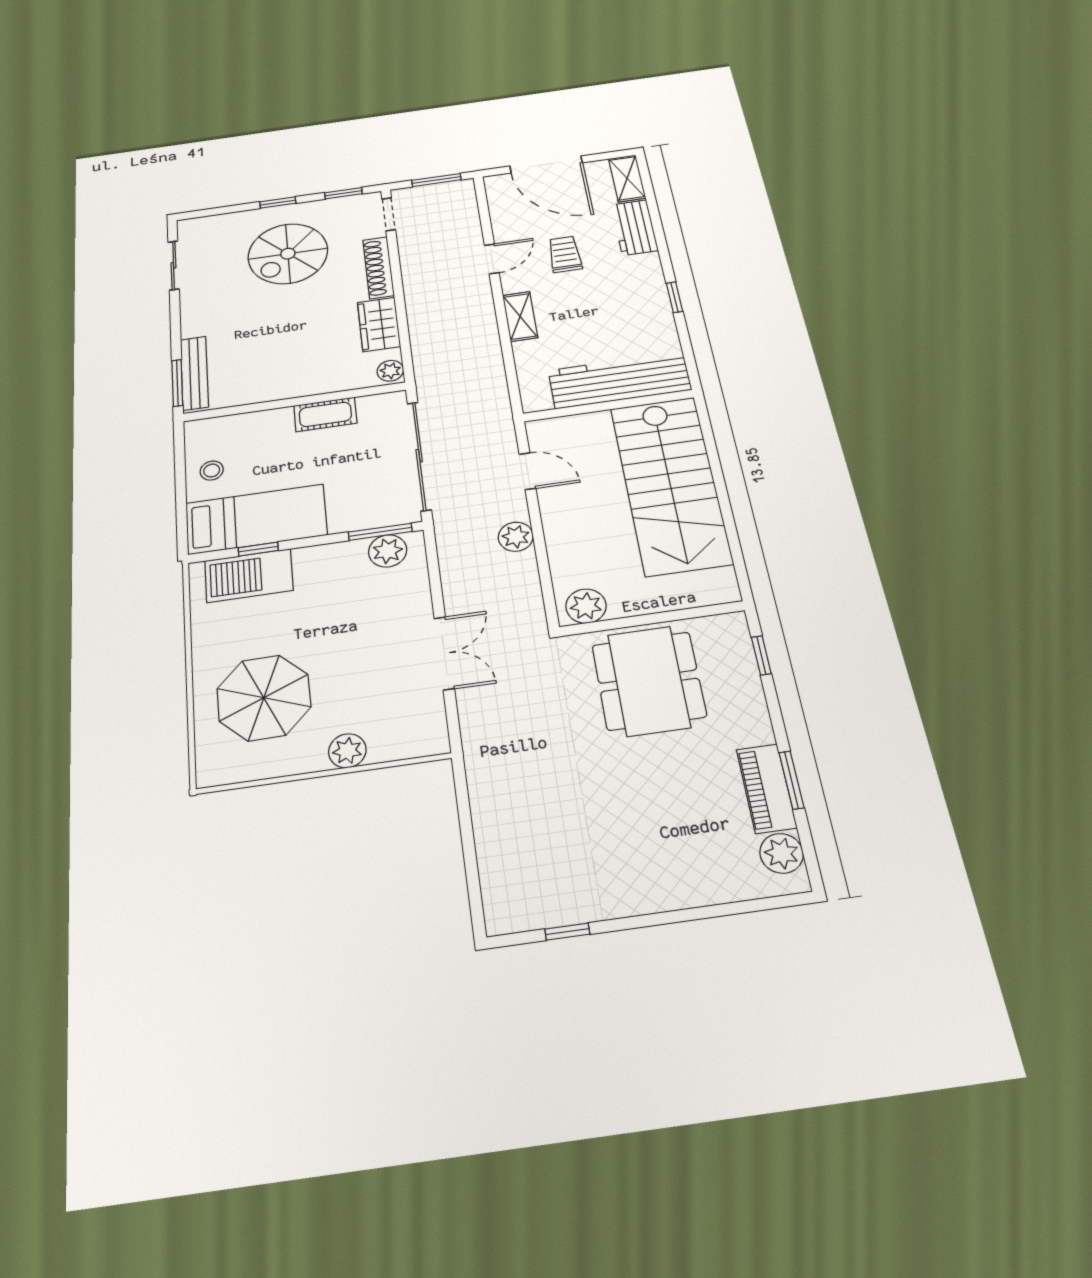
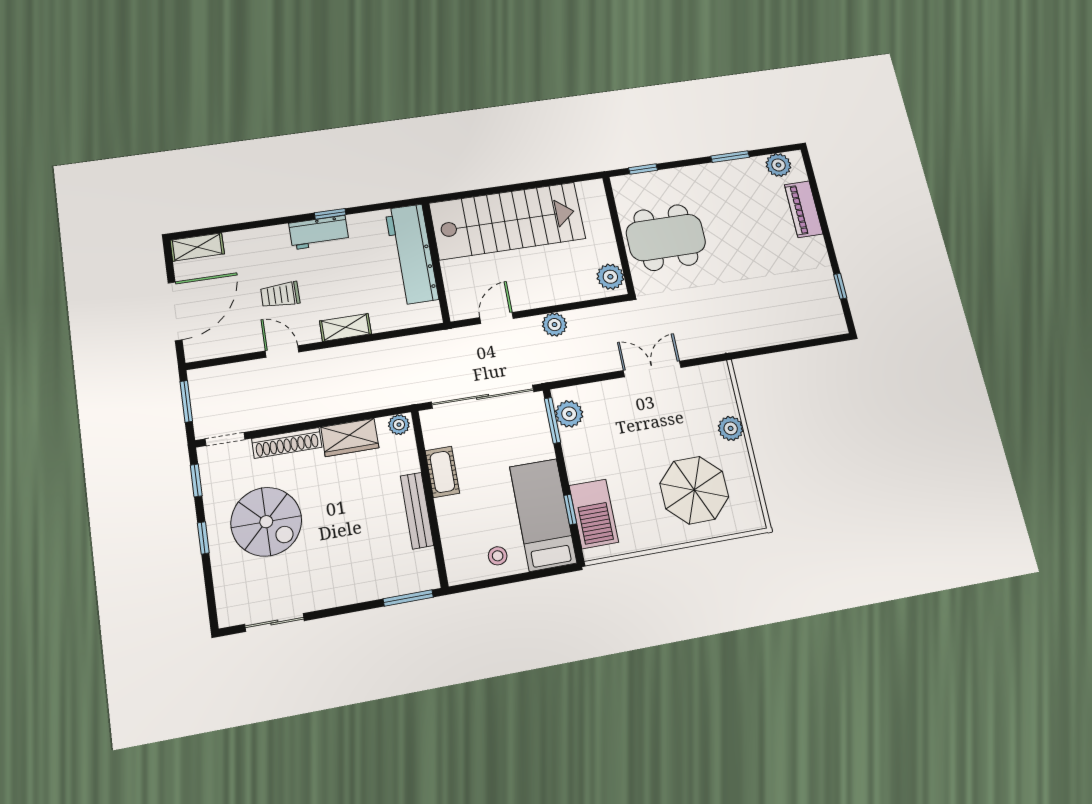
workbench: (634, 227) -> (319, 232), moved
bench: (194, 373) -> (417, 511), moved, turned 90
piano: (766, 788) -> (804, 209), moved, turned 90

